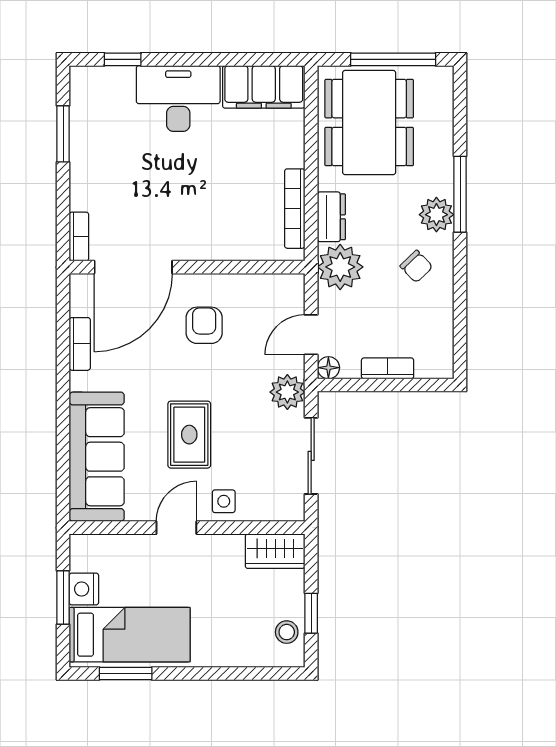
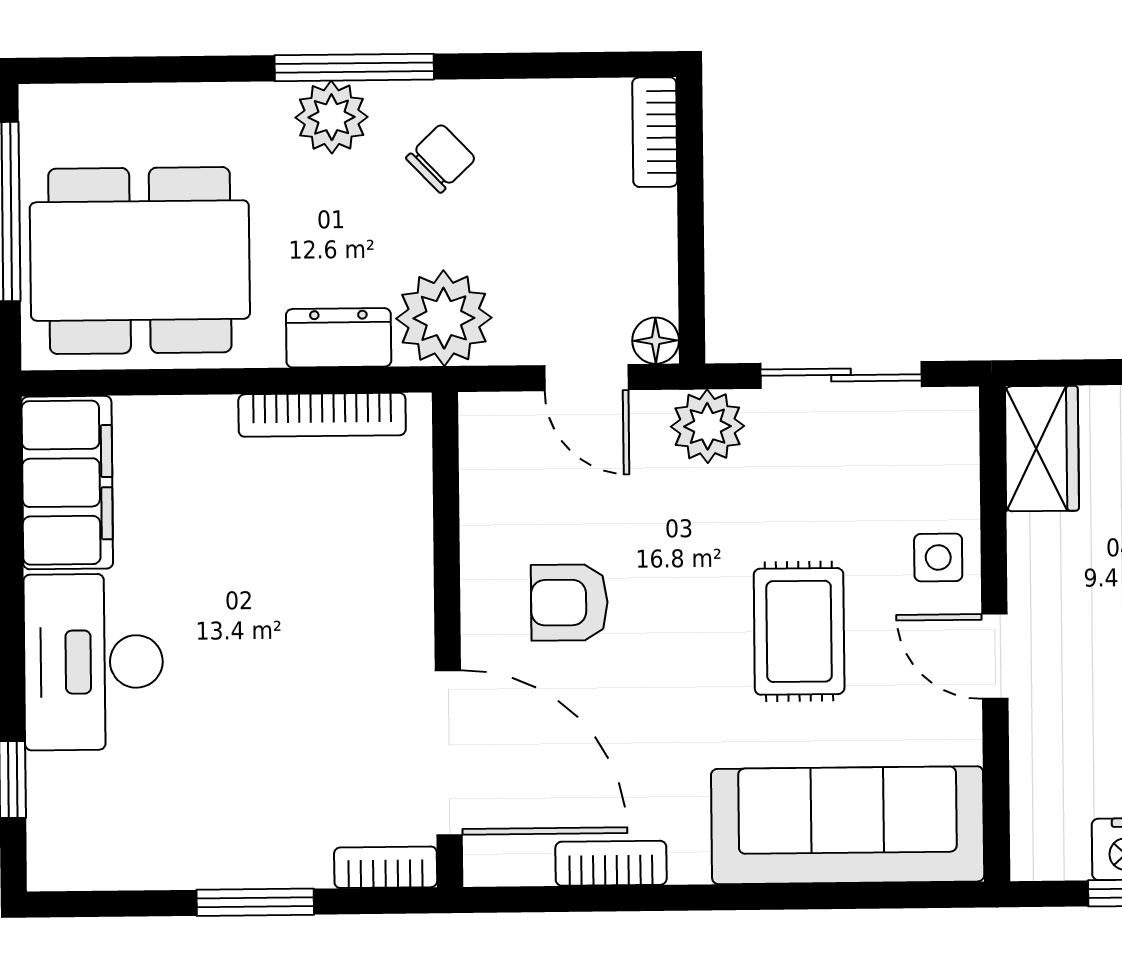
window: (63, 134) -> (255, 902), moved
window: (460, 194) -> (354, 67), moved
bookcase: (388, 368) -> (655, 132), moved
rug: (189, 435) -> (799, 631), turned 90

